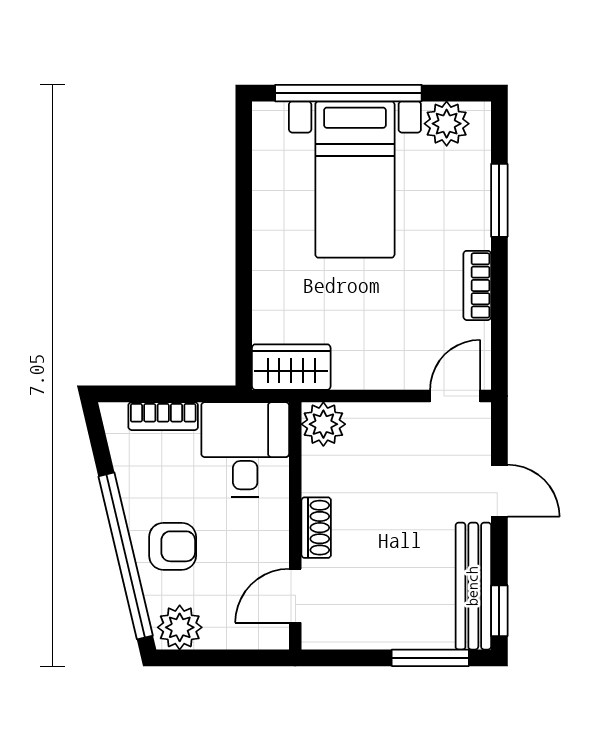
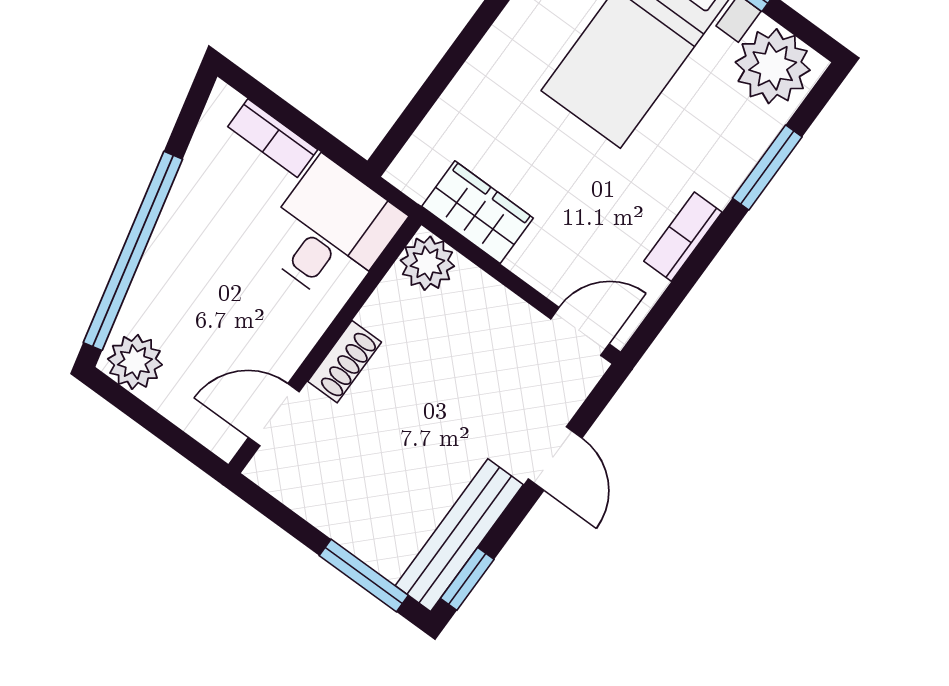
plant: (447, 124) -> (773, 66), width x1.36, depth x1.36
wardrobe: (291, 367) -> (478, 212), moved
armchair: (173, 546) -> (187, 275), removed

